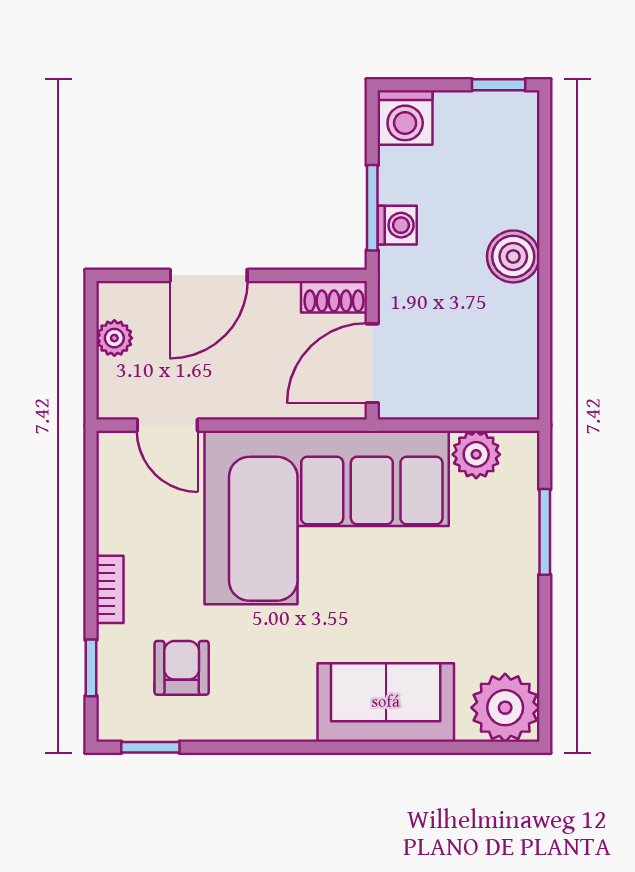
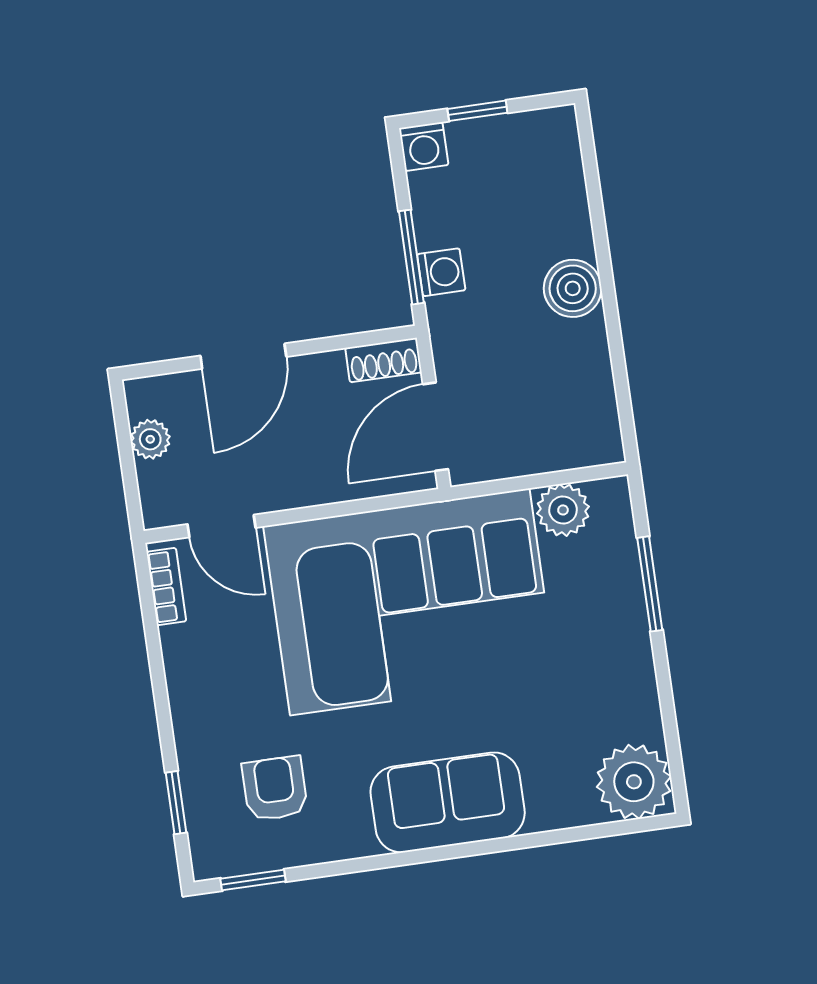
window: (499, 85) -> (477, 111), moved
washing machine: (405, 118) -> (424, 147), width x0.73, depth x0.73
bookcase: (110, 589) -> (166, 587), moved
sofa: (386, 702) -> (448, 802), moved

